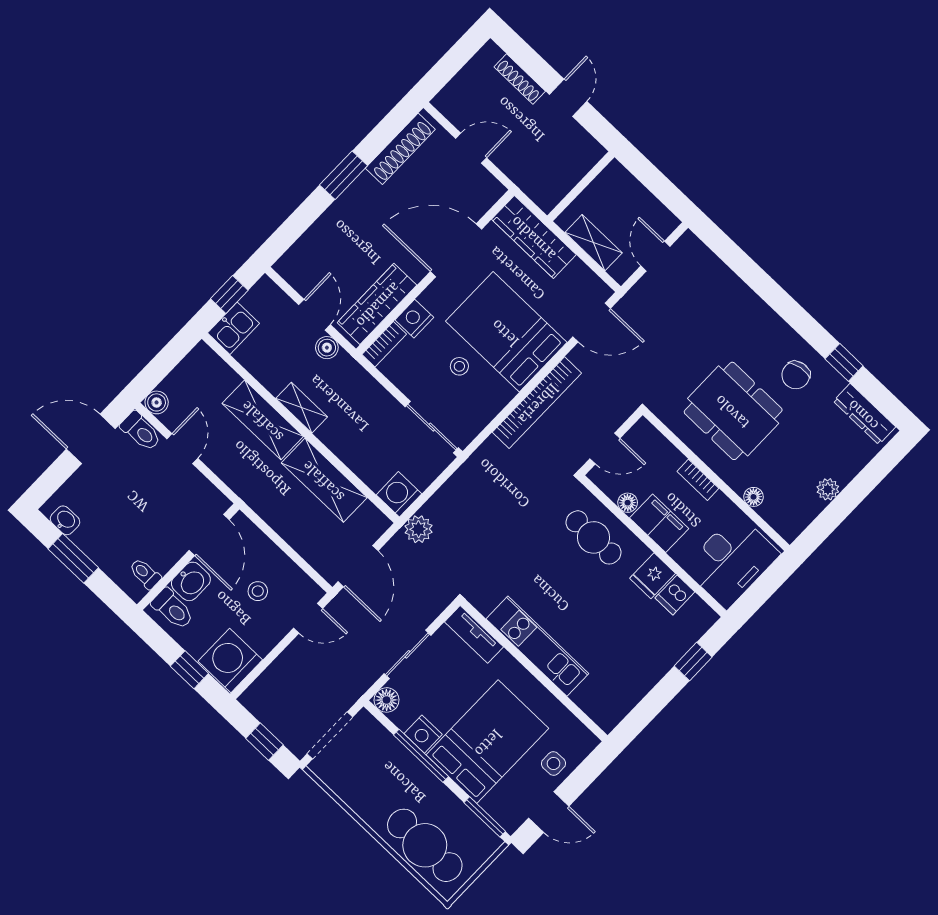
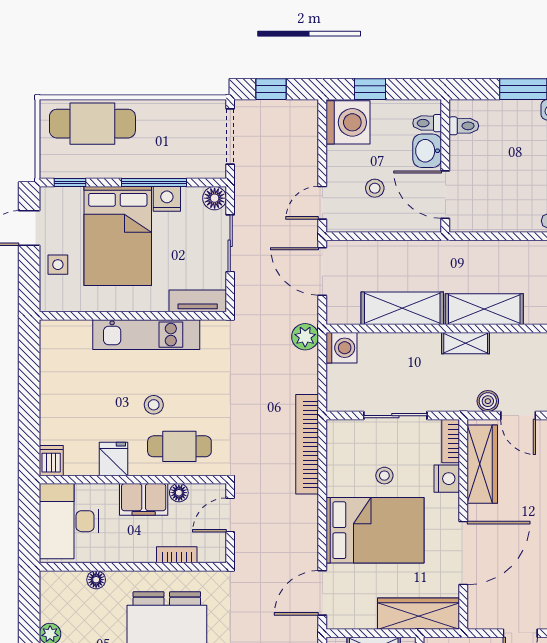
bookcase: (537, 403) -> (307, 444), moved
sliding door: (432, 427) -> (395, 416), moved
door: (182, 449) -> (521, 236), removed
bookcase: (698, 480) -> (177, 555), moved
stool: (583, 588) -> (154, 405), added
dishwasher: (675, 595) -> (51, 461), moved
toilet: (173, 609) -> (427, 123), width x0.73, depth x0.72
window: (693, 661) -> (29, 427), removed
window: (485, 817) -> (70, 183), width x0.67

